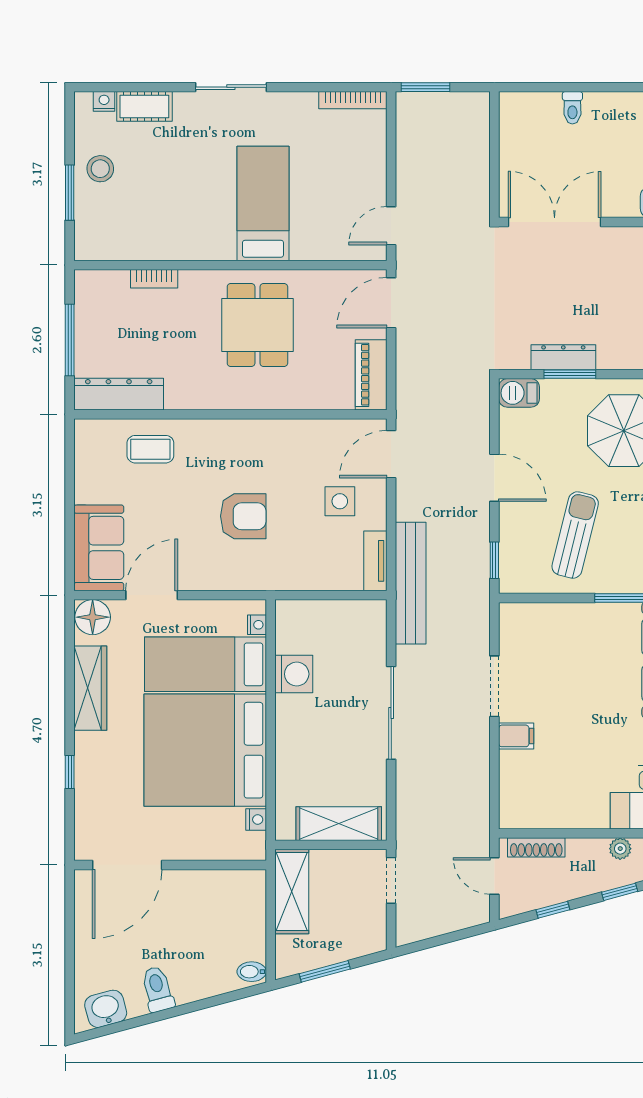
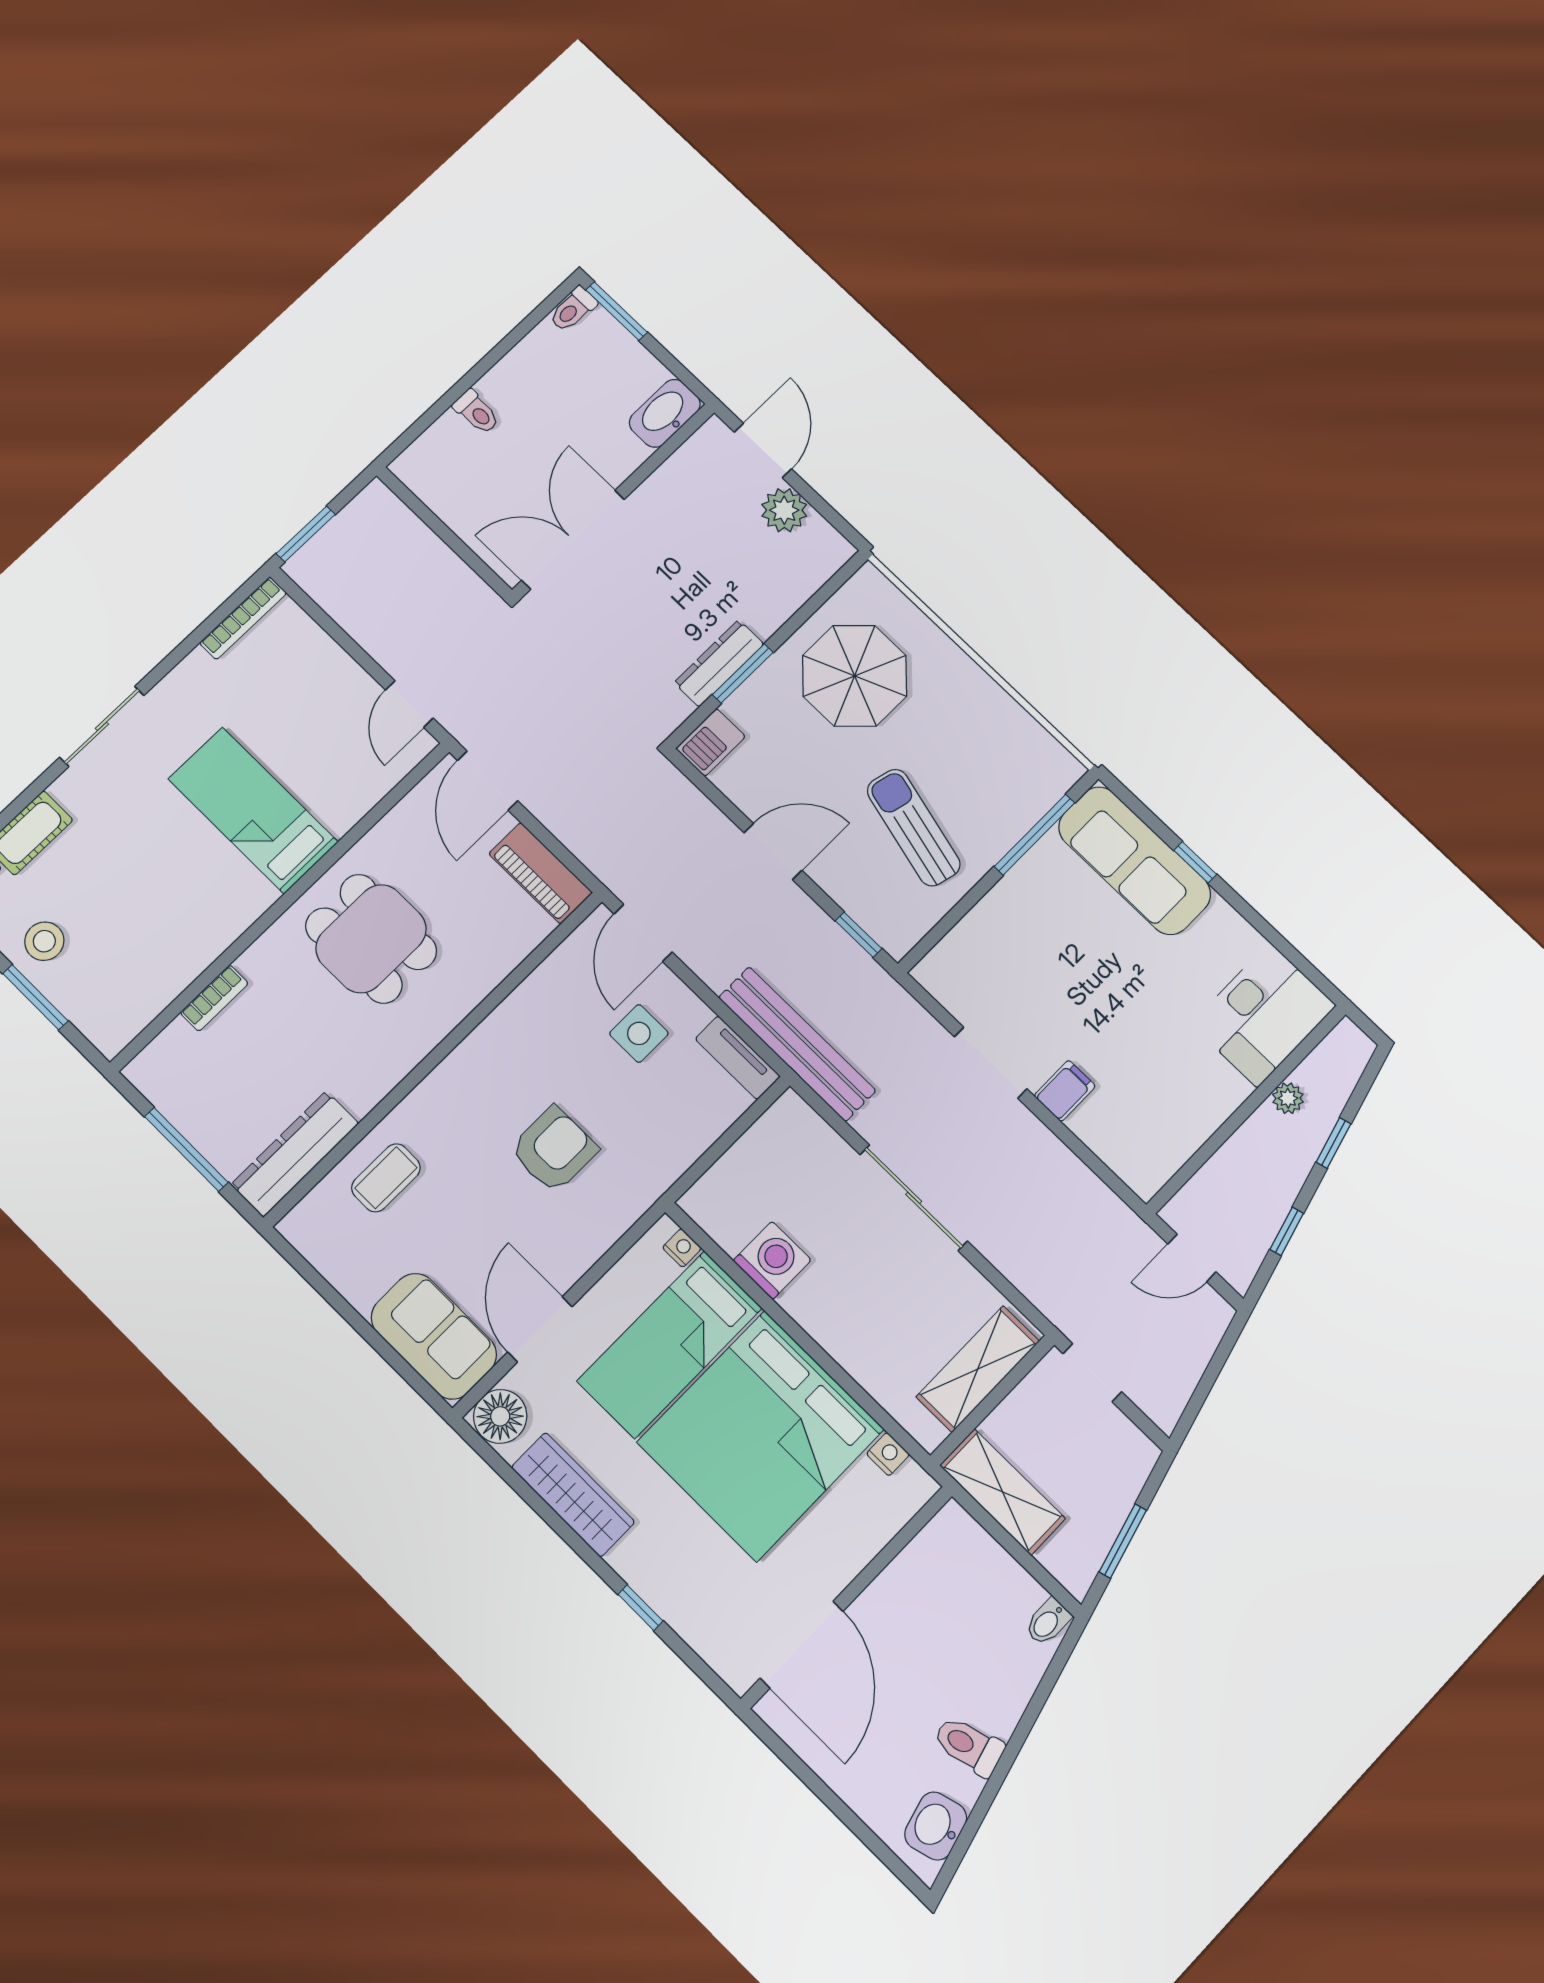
shoe rack: (536, 847) -> (1203, 1184), removed

